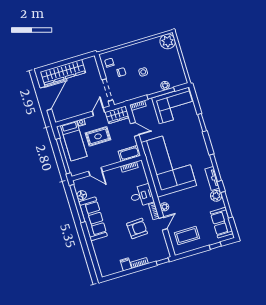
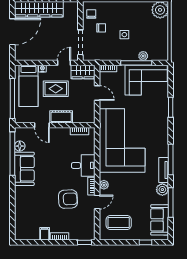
cot: (129, 153) -> (61, 117), moved
sofa: (93, 219) -> (24, 169), width x0.73

